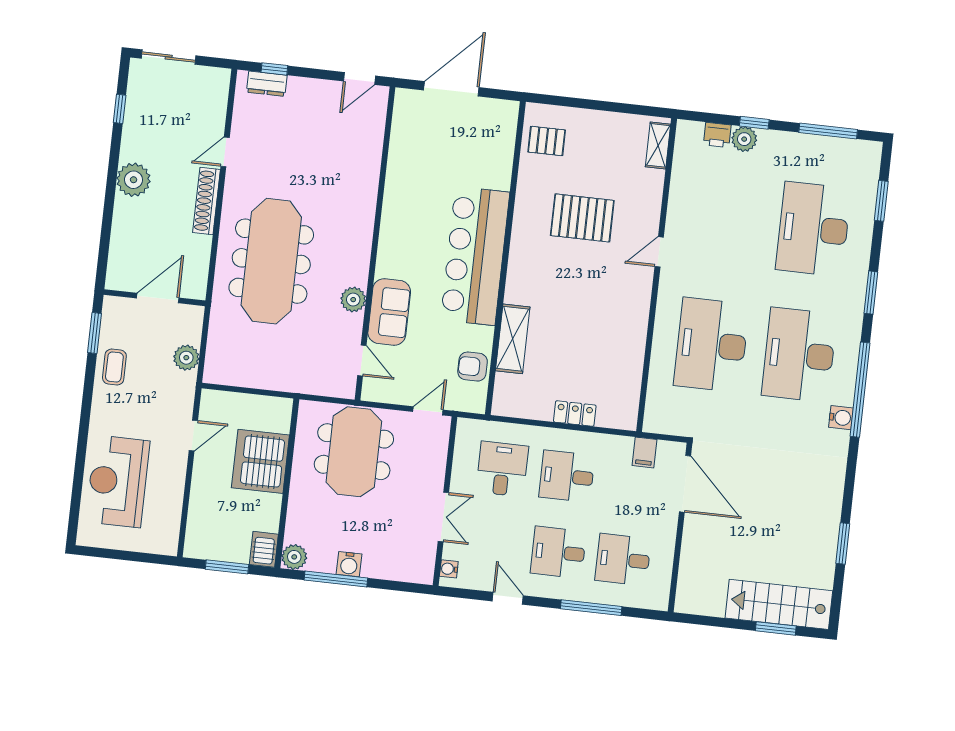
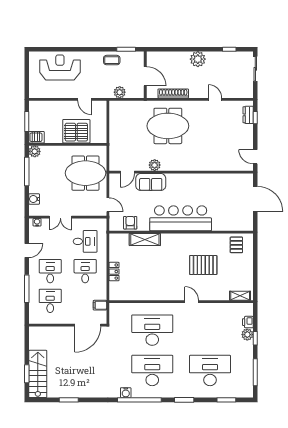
shoe rack: (207, 201) -> (173, 93), moved
pallet: (582, 218) -> (203, 265), turned 90
meeting table: (271, 261) -> (168, 126), width x0.73
water cooler: (349, 564) -> (34, 199), moved

